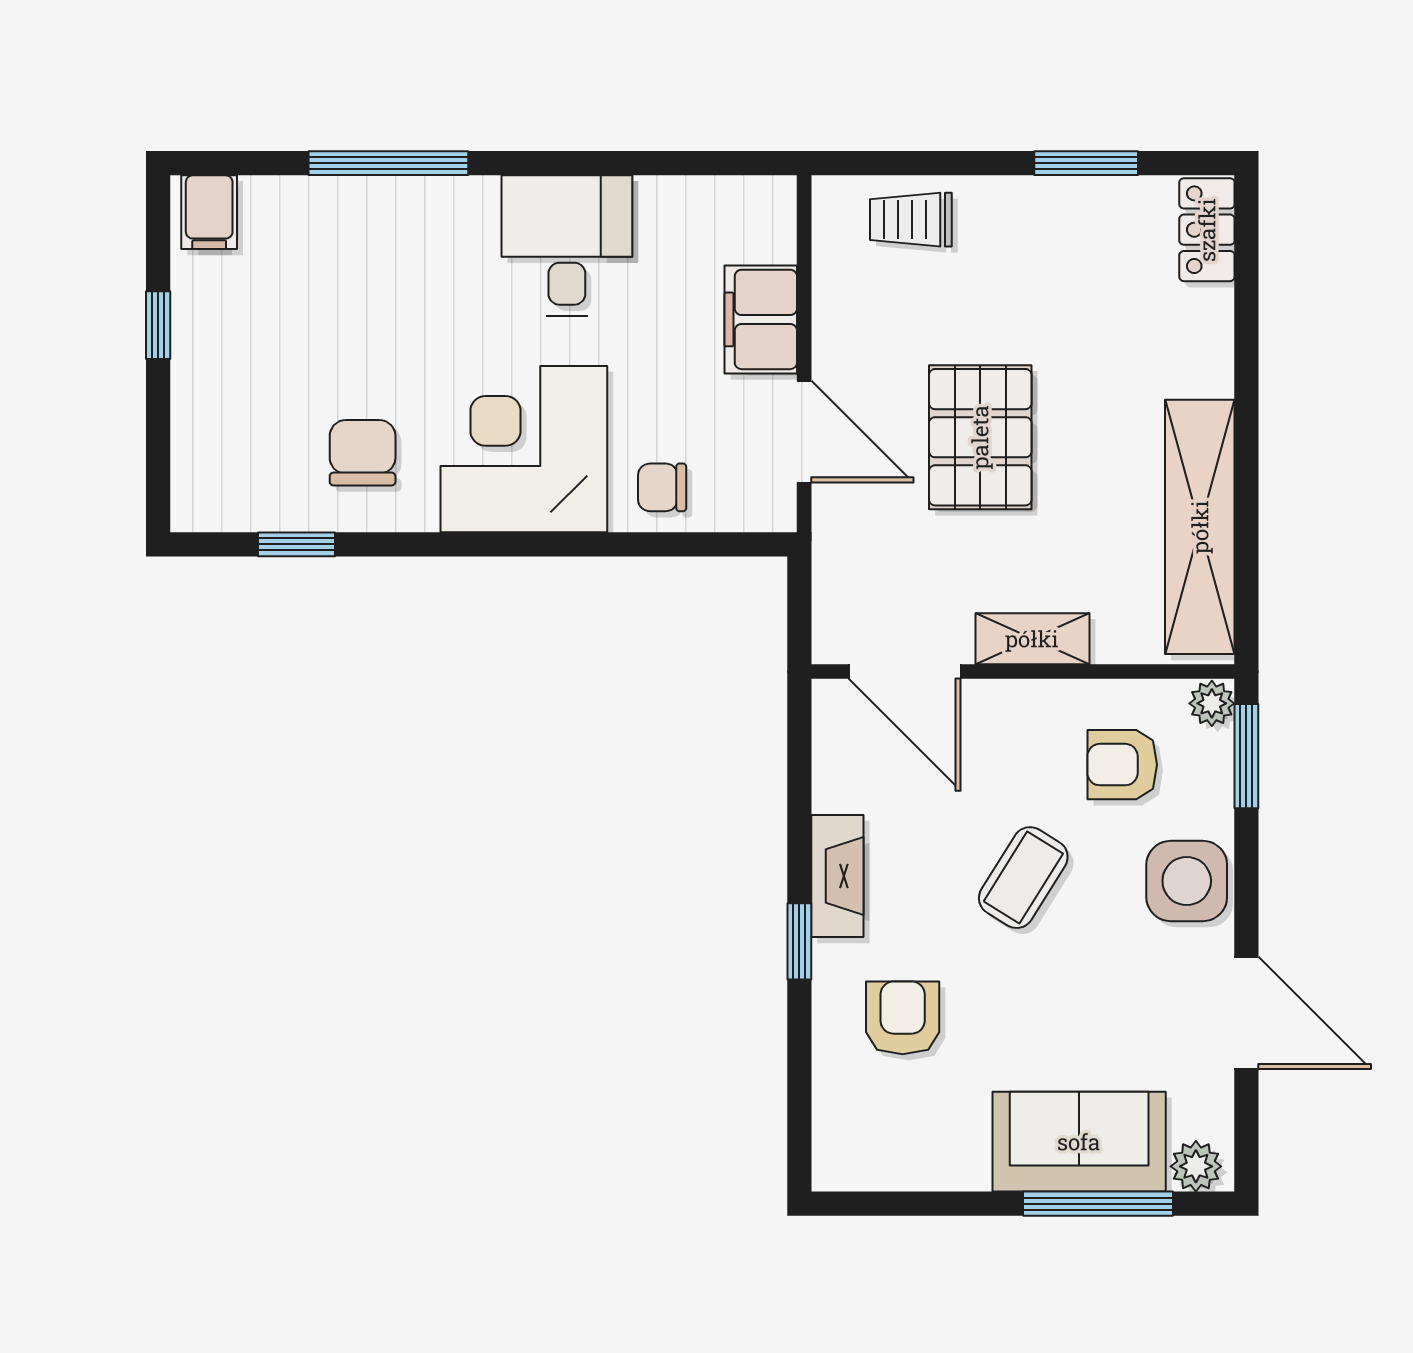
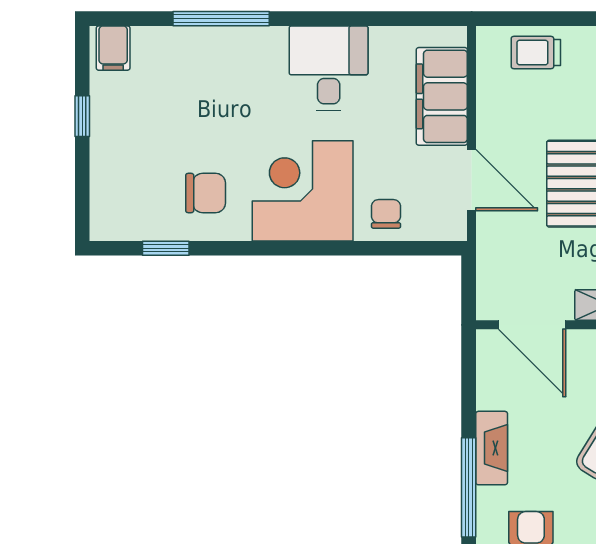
filing cabinet: (761, 319) -> (442, 96), width x1.50, depth x1.17
chair: (363, 453) -> (206, 193), turned 90
chair: (662, 487) -> (386, 214), turned 90
window: (799, 941) -> (469, 487), width x2.17

